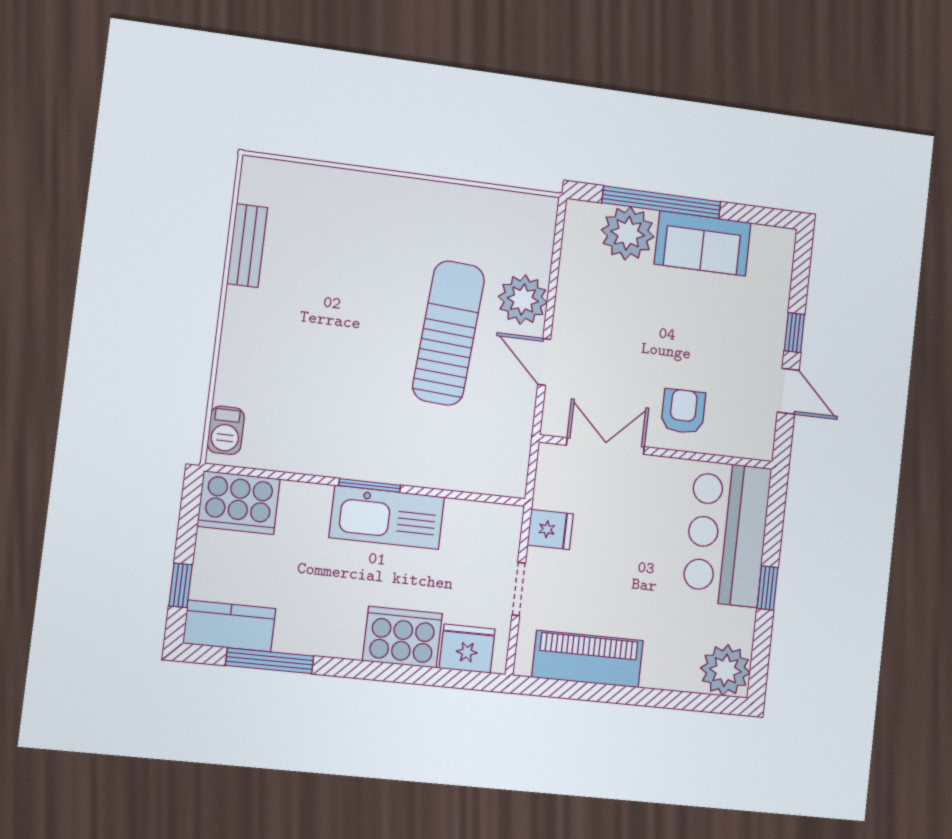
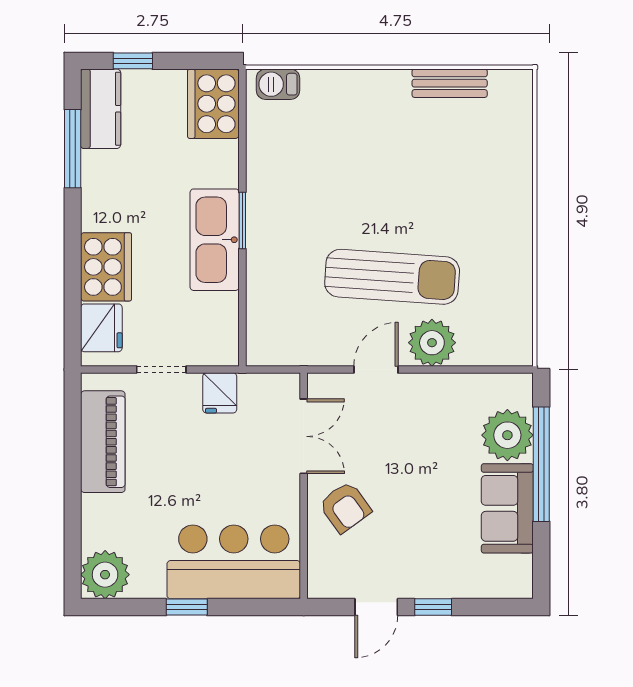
armchair: (683, 411) -> (345, 507), turned 54

